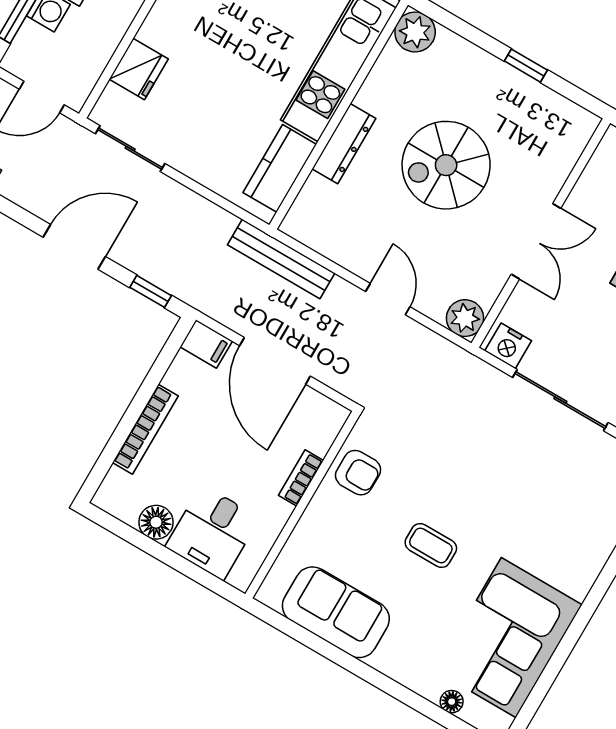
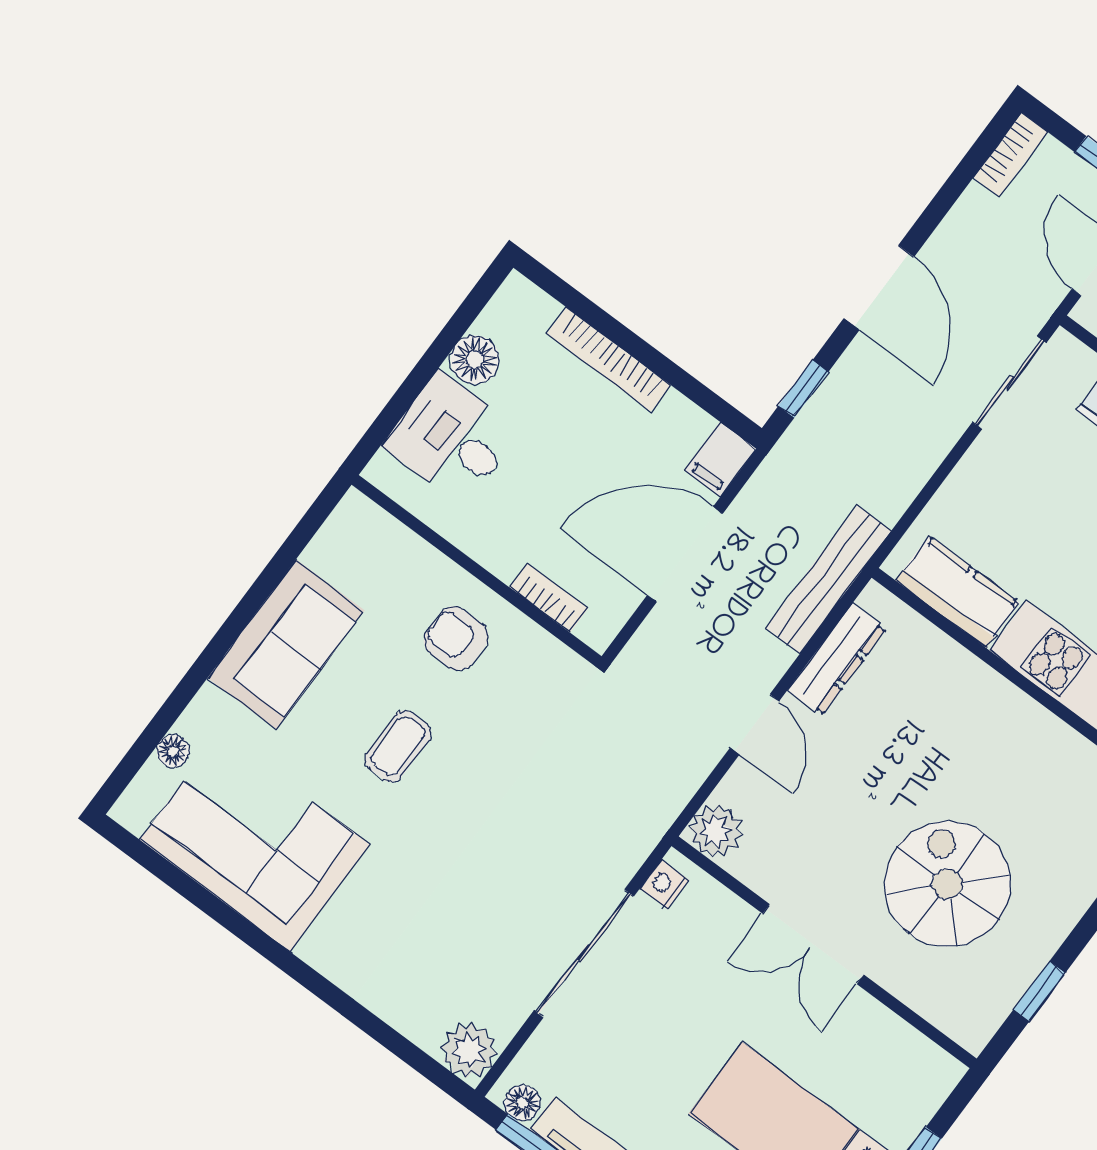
window: (526, 66) -> (1039, 991), moved
dresser: (344, 144) -> (837, 659), moved, turned -90
spiral stairs: (446, 165) -> (947, 884), moved
door: (388, 299) -> (755, 724), hinge flipped
nightstand: (508, 346) -> (664, 884), width x0.72, depth x0.74
armchair: (358, 473) -> (456, 638), moved, turned 90
bookcase: (301, 478) -> (549, 598), moved
sofa: (336, 612) -> (286, 644), moved

